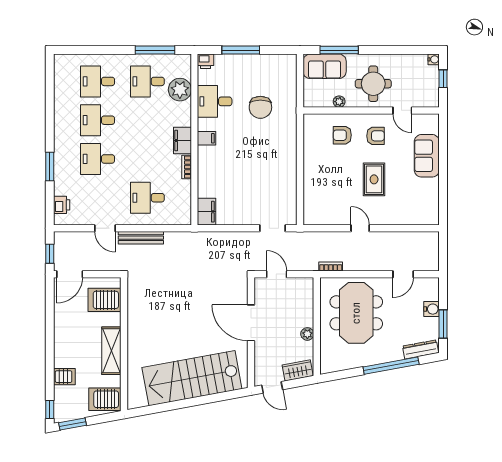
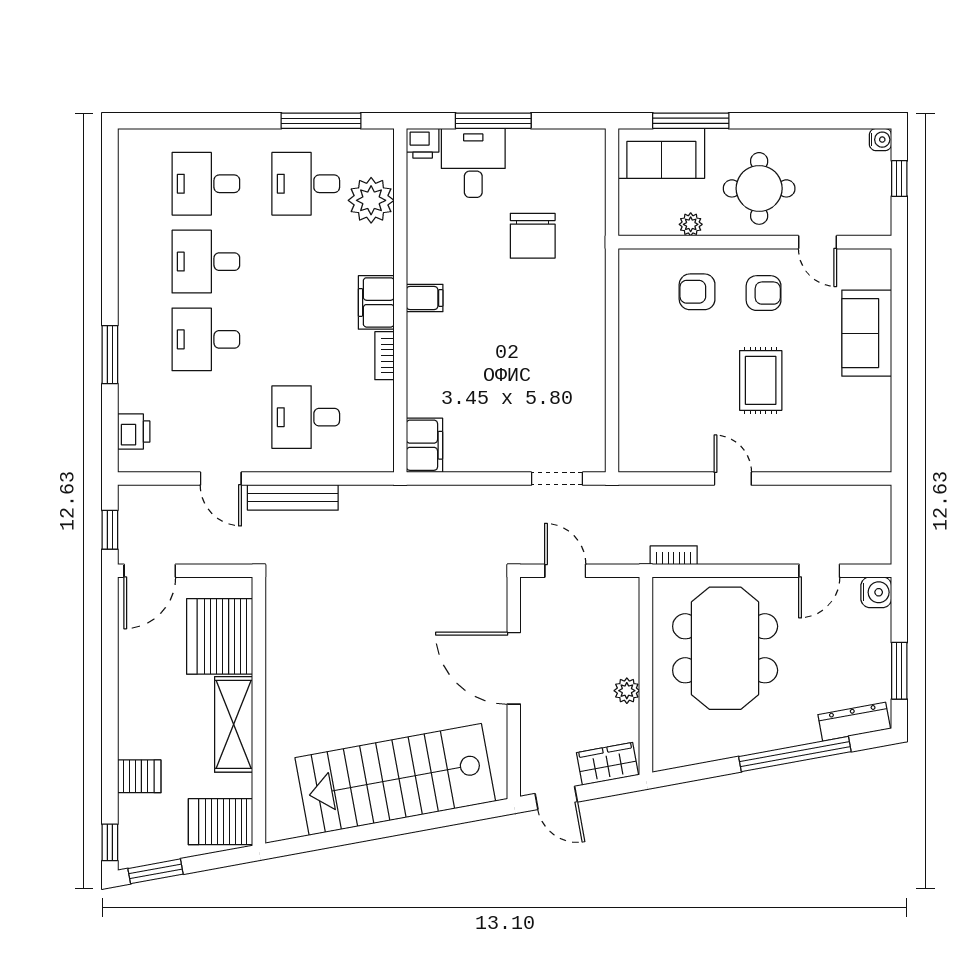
desk: (215, 101) -> (473, 163), moved, turned 90
server rack: (104, 300) -> (220, 636), width x1.60
water cooler: (432, 309) -> (876, 592), moved

